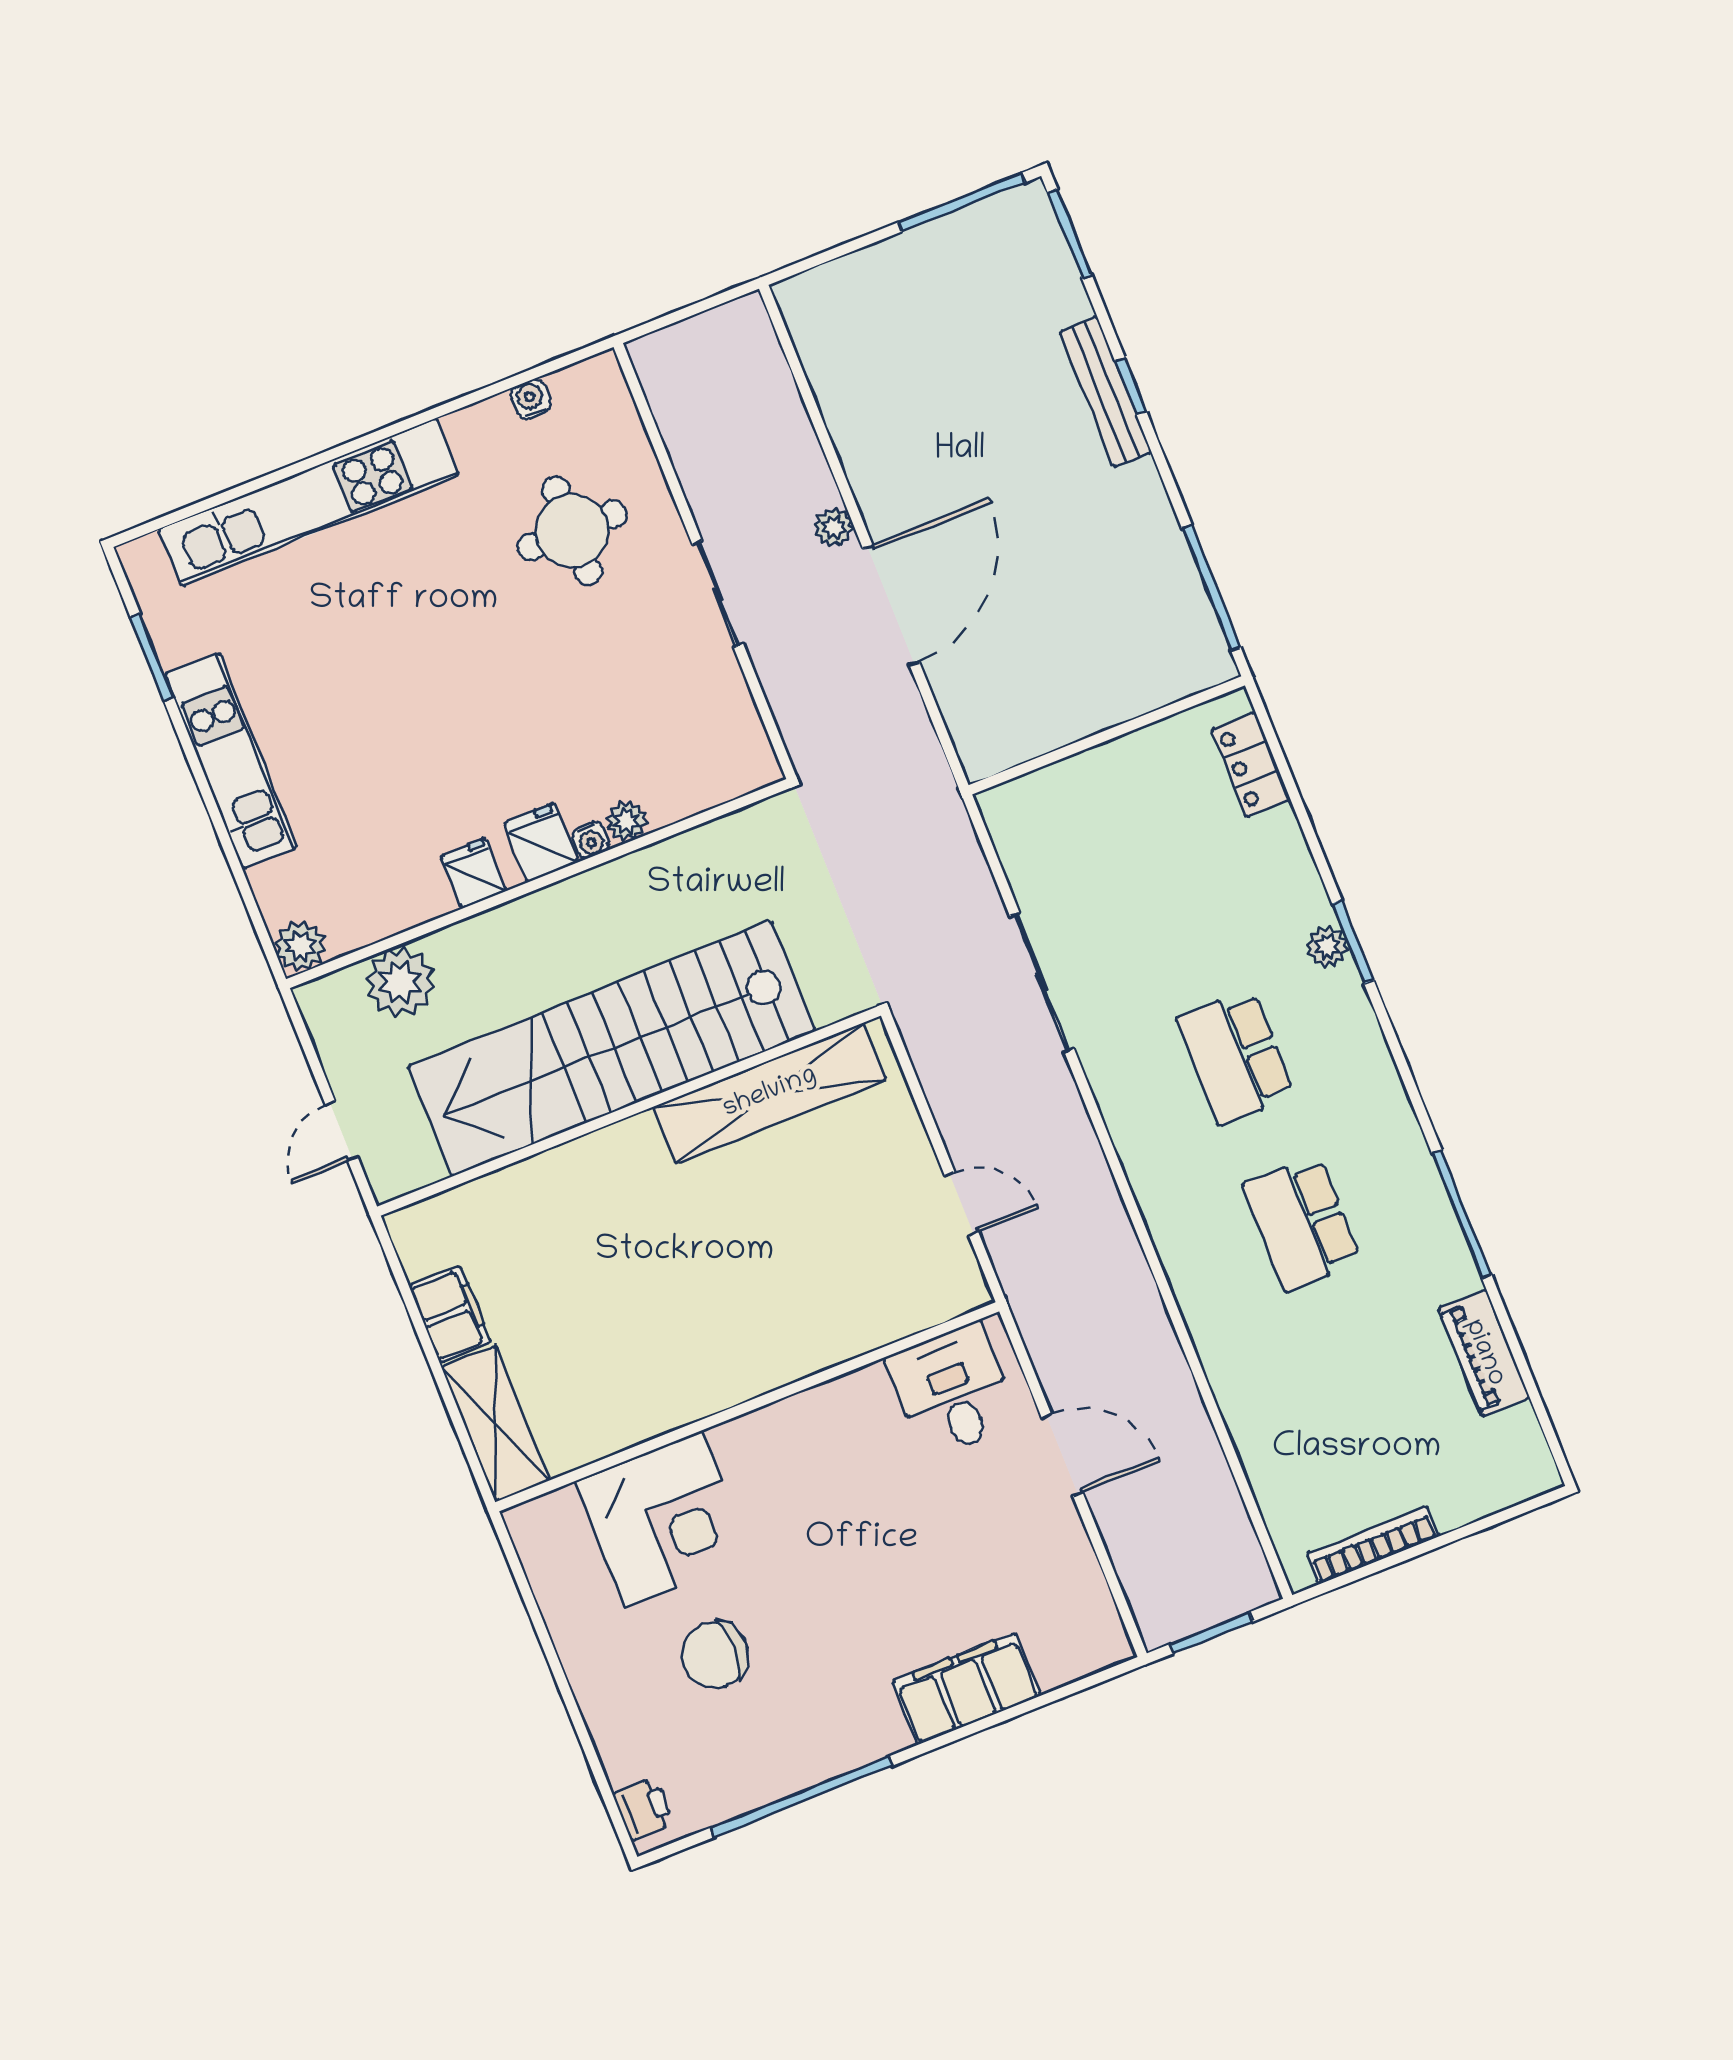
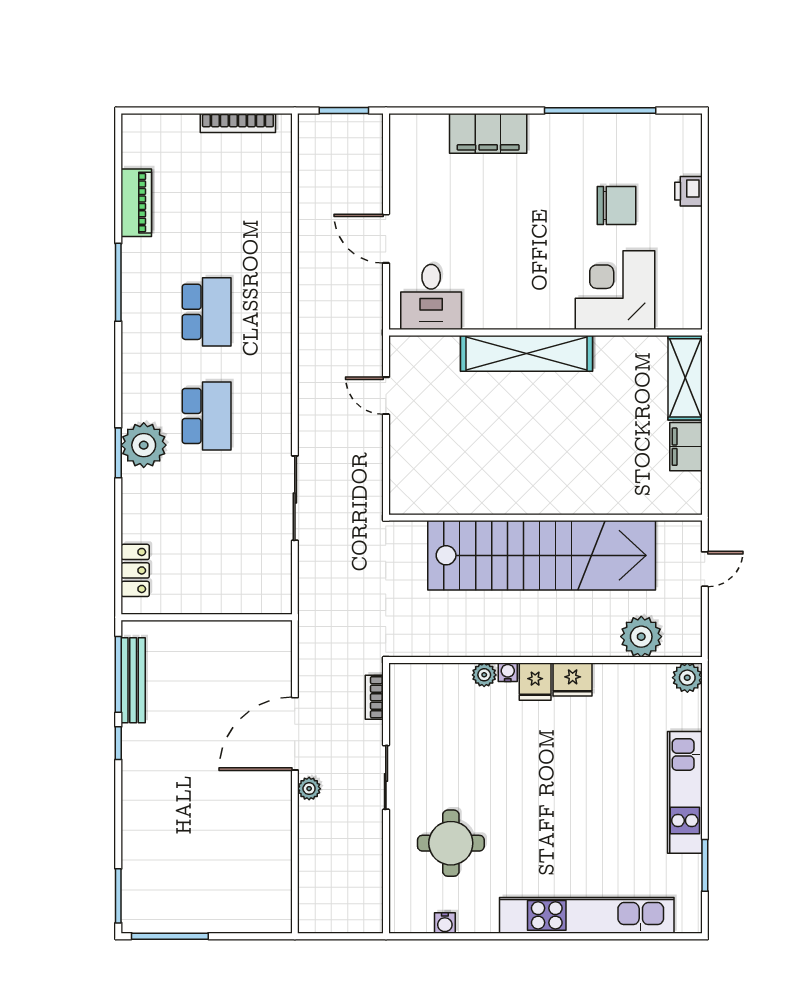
window: (1131, 386) -> (118, 743), moved
bench: (1106, 392) -> (133, 680), moved
bookcase: (788, 715) -> (374, 697), added
fridge: (474, 873) -> (573, 680), width x1.38
plant: (1327, 947) -> (144, 445), width x1.88, depth x1.88
shelving: (770, 1093) -> (527, 353), moved
printer: (643, 1809) -> (688, 191), moved

